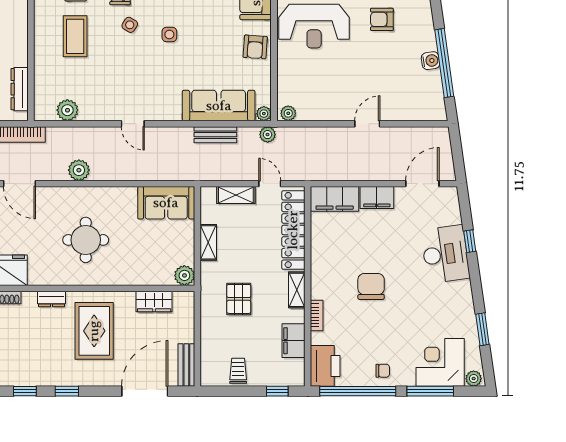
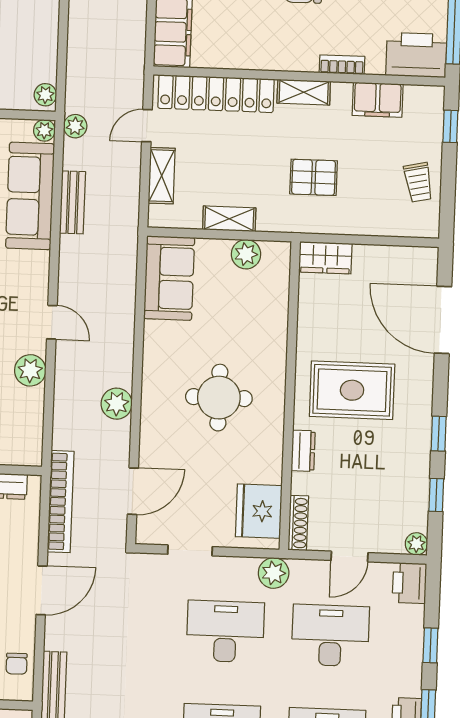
plant: (67, 110) -> (30, 370), moved
door: (133, 124) -> (52, 322), hinge flipped
plant: (184, 275) -> (246, 254), moved
wardrobe: (154, 302) -> (325, 258), moved, turned 90
bench: (186, 365) -> (407, 258), removed
trolley: (238, 371) -> (418, 182), turned -102

